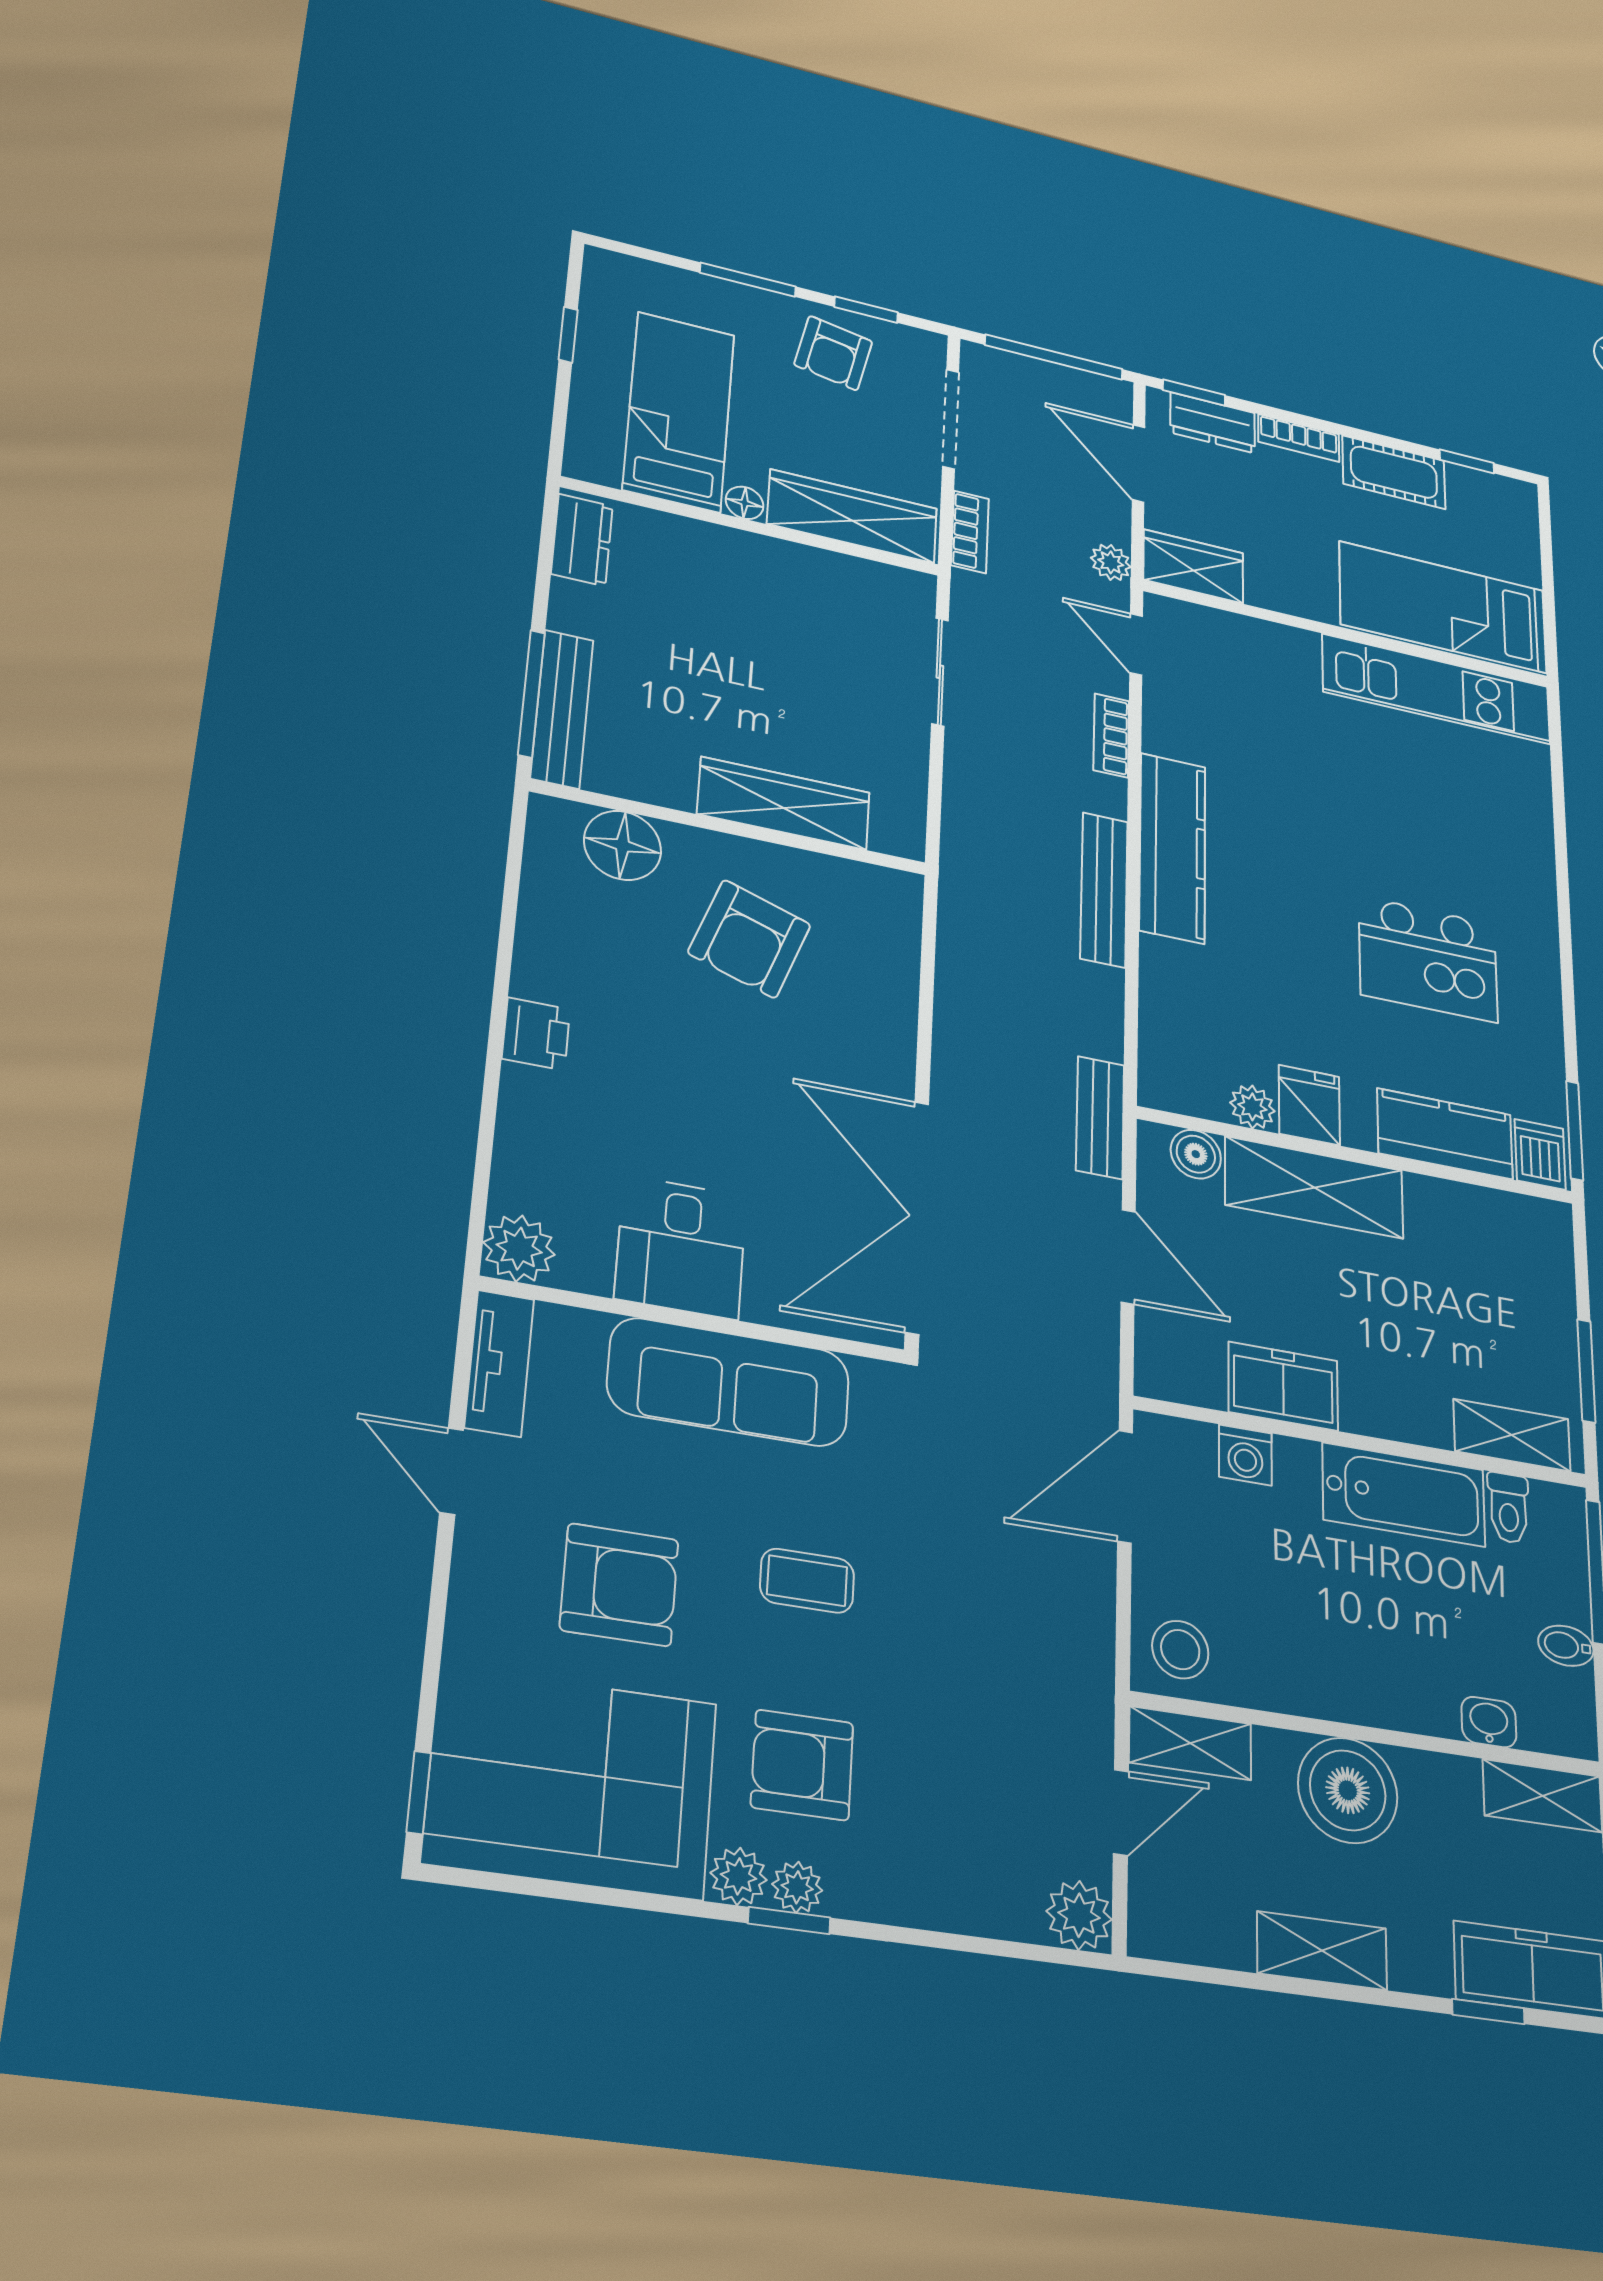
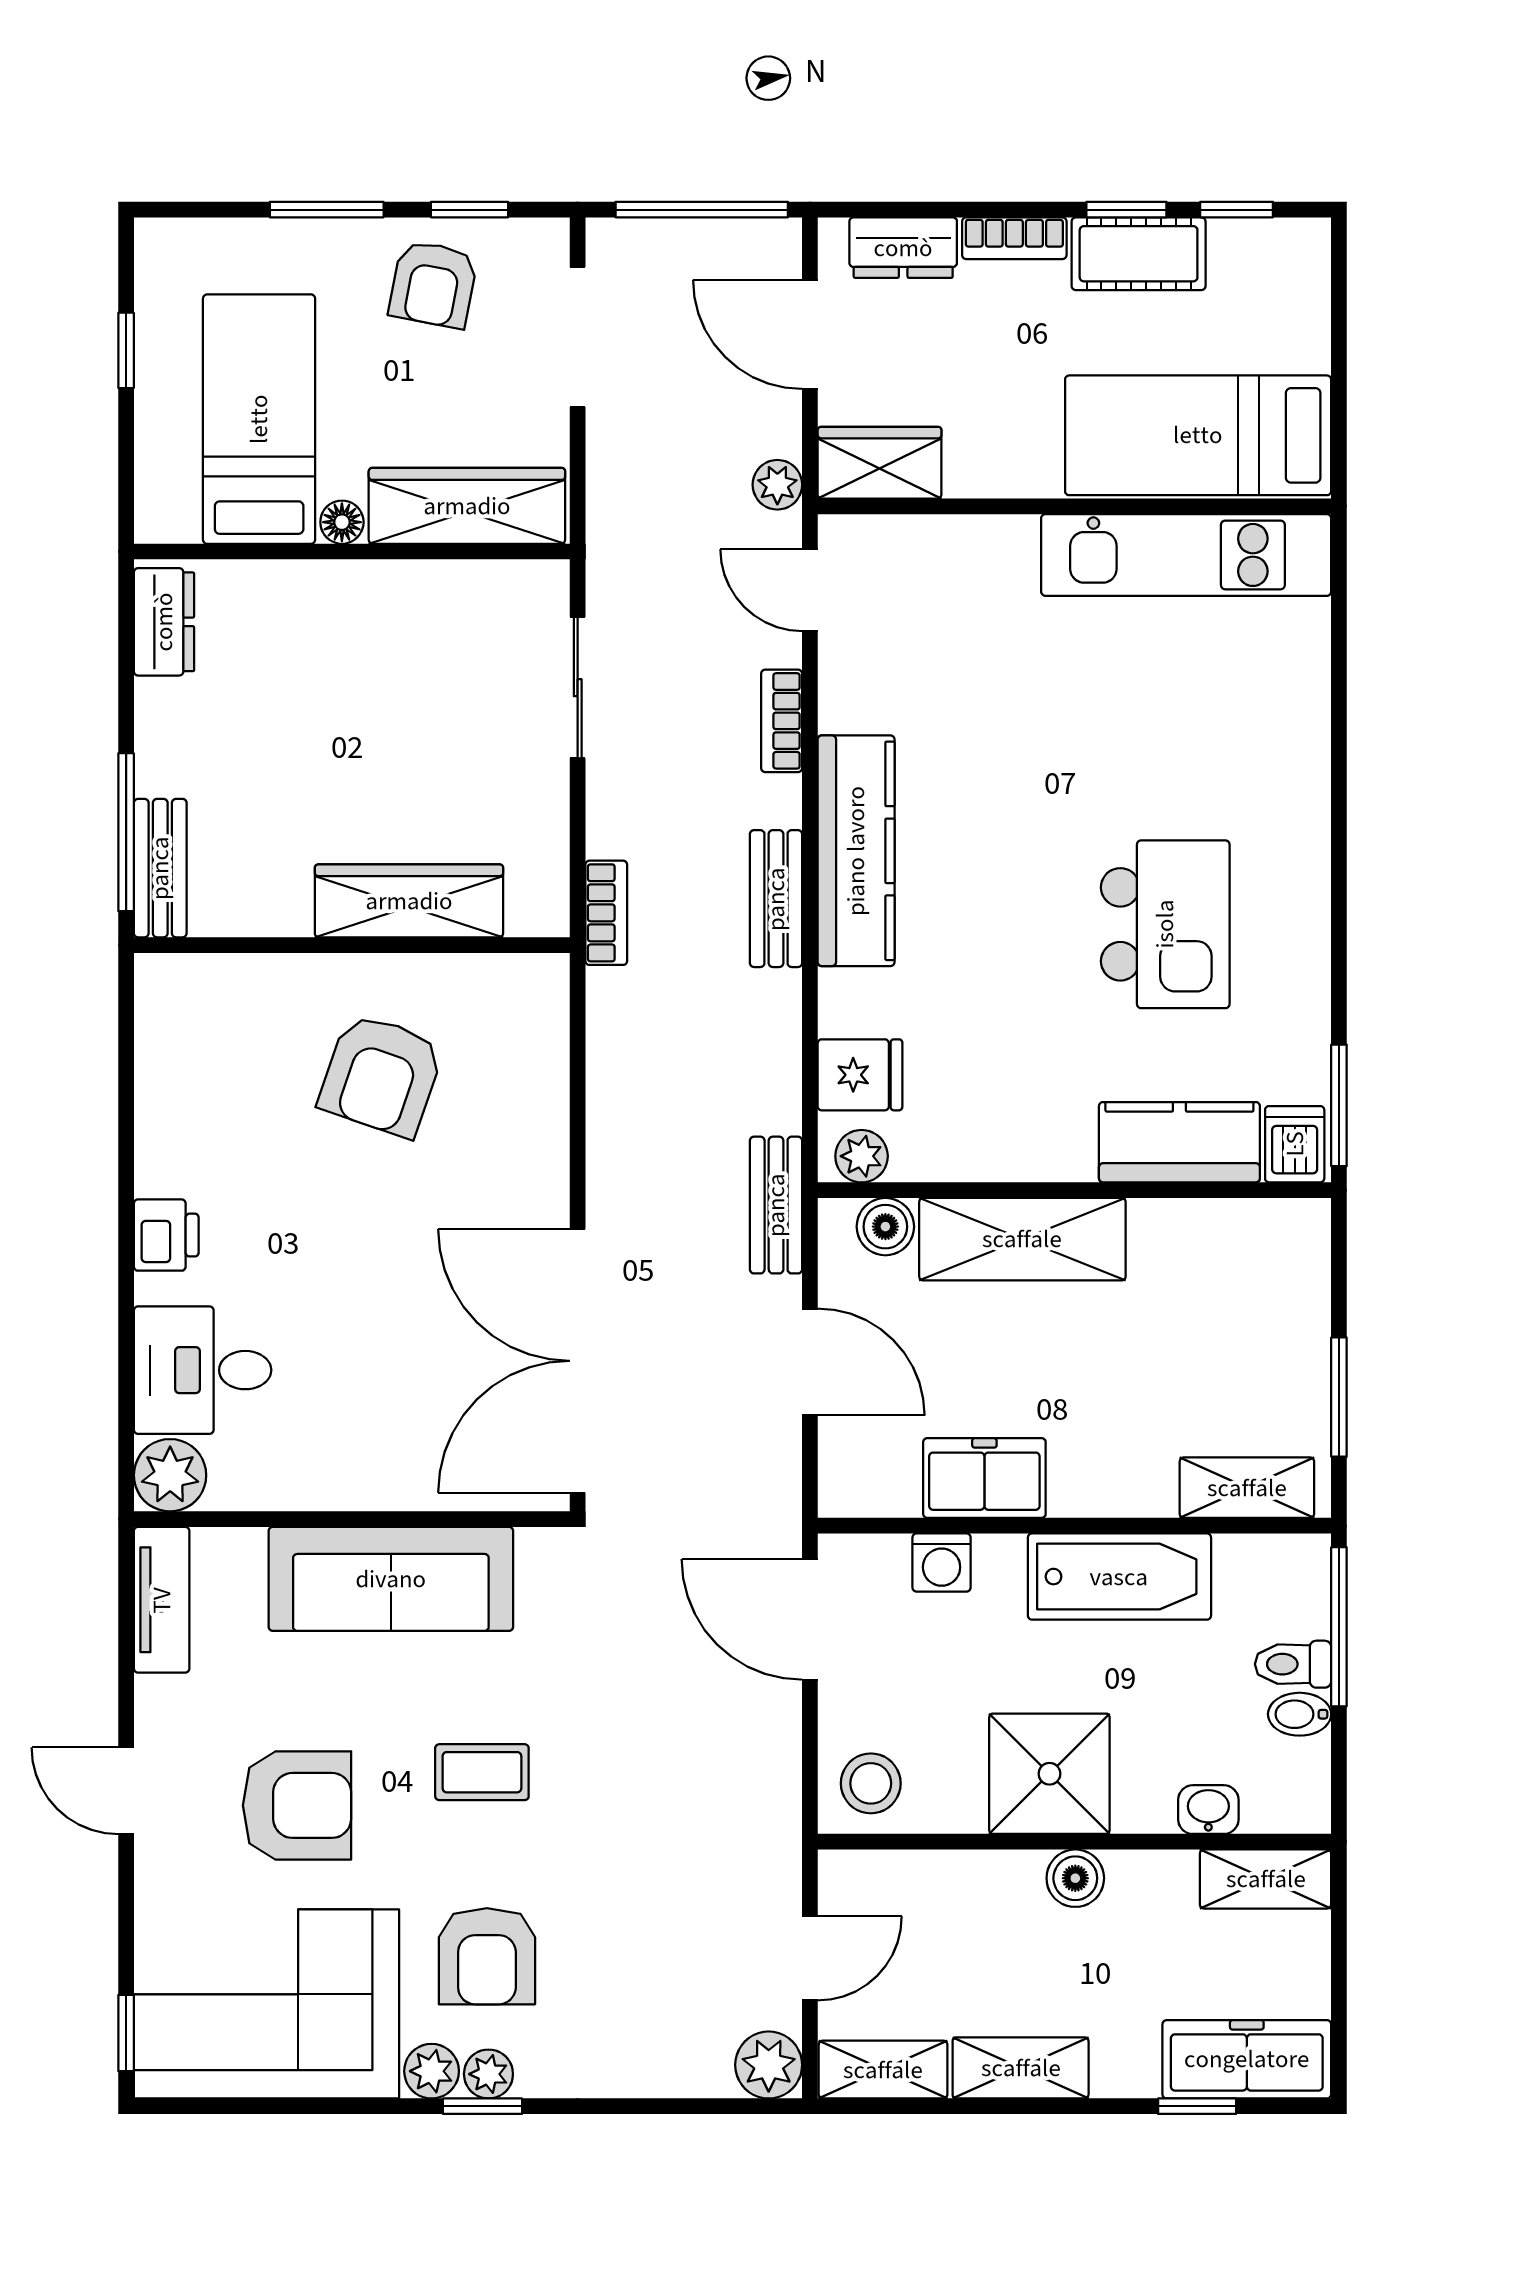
window: (1194, 392) -> (1126, 210), moved
bookcase: (970, 532) -> (606, 913), moved
bench: (562, 709) -> (160, 868), width x0.73
floor lamp: (623, 845) -> (238, 994), removed
bench: (1104, 890) -> (776, 899), width x0.73
kitchen island: (1428, 959) -> (1165, 924), turned -90
fridge: (1309, 1105) -> (860, 1075), moved, turned 90
plant: (1252, 1107) -> (862, 1156), moved
desk: (681, 1247) -> (203, 1370), moved, turned 90
door: (452, 1471) -> (126, 1791), moved
door: (1125, 1487) -> (810, 1619), hinge flipped
toilet: (1509, 1508) -> (1293, 1664), moved, turned 90
shower: (1345, 1666) -> (1049, 1774), added
shelving: (1190, 1743) -> (883, 2070), moved
armchair: (802, 1765) -> (487, 1956), turned -90
boiler: (1348, 1790) -> (1075, 1878), width x0.54, depth x0.54

